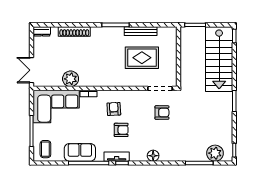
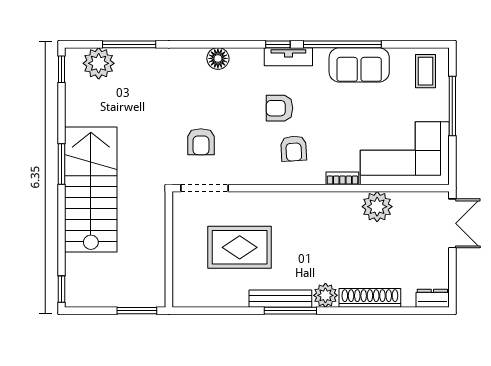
bench: (141, 31) -> (280, 299), moved
plant: (97, 33) -> (325, 295), added
stairs: (219, 59) -> (91, 190), moved
armchair: (162, 113) -> (201, 142), turned -90

